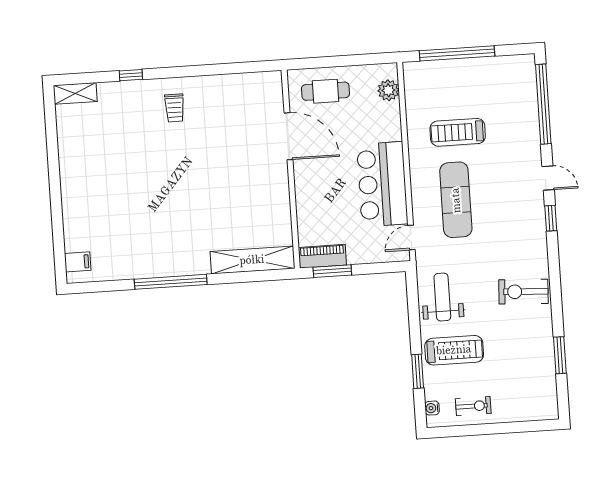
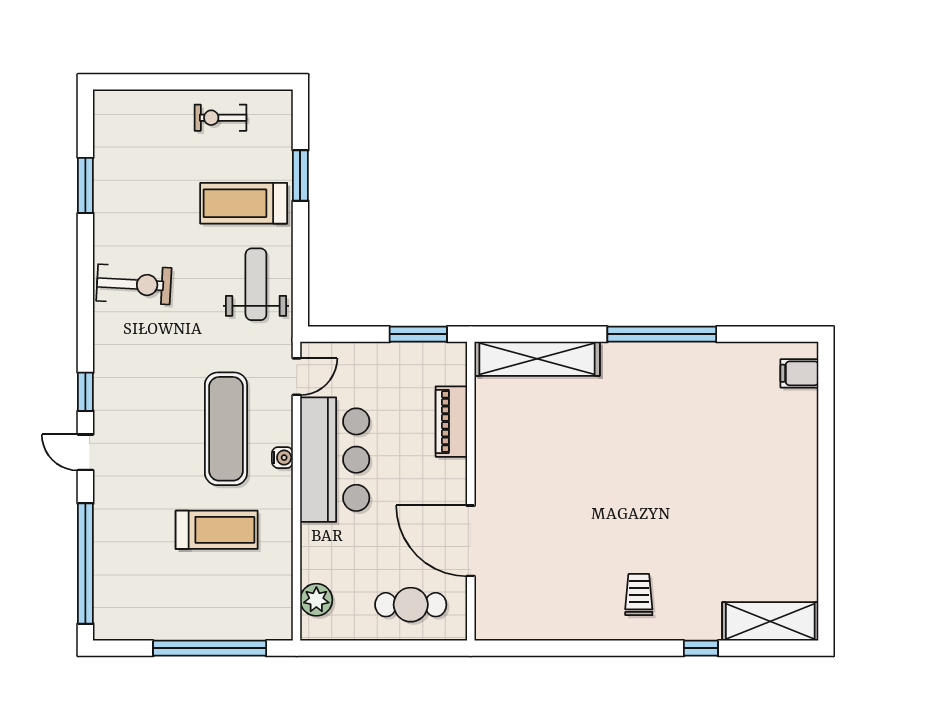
shelving: (75, 93) -> (770, 621), width x1.50, depth x1.33
piano: (322, 256) -> (451, 422), moved, turned 90
weight bench: (442, 297) -> (256, 284), turned 180
water cooler: (432, 408) -> (282, 458), moved

